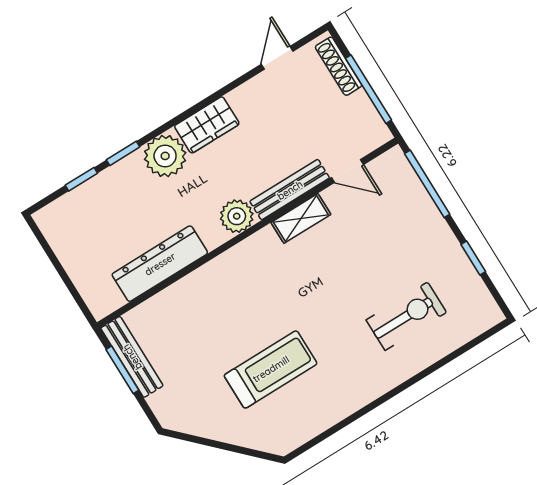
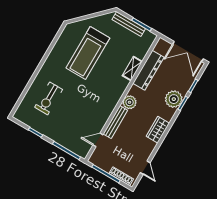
plant: (165, 156) -> (174, 99), moved
shelving: (301, 218) -> (132, 69), moved
double door: (54, 259) -> (188, 52), added
bench: (132, 357) -> (129, 24), moved
treadmill: (271, 369) -> (88, 53), width x1.37, depth x1.38

